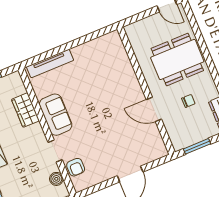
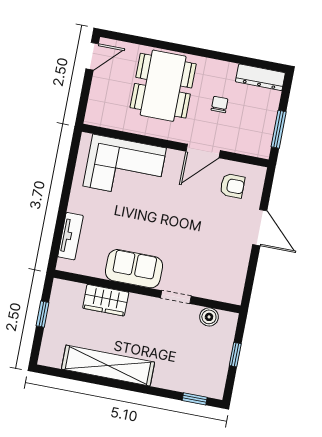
tv unit: (50, 63) -> (70, 236), width x0.71
corner sofa: (113, 69) -> (125, 167), added
armchair: (76, 167) -> (232, 186), moved

